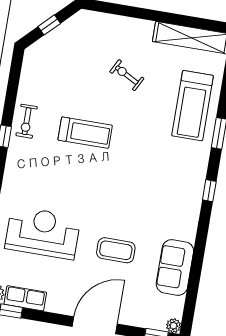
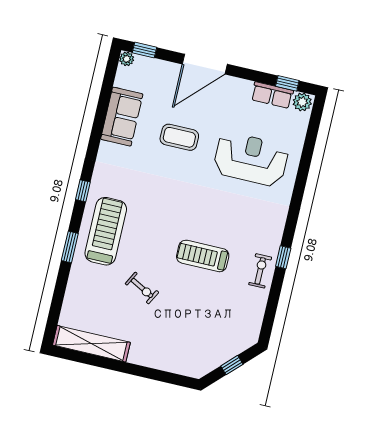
exercise bike: (127, 75) -> (142, 288), moved
treadmill: (193, 106) -> (106, 231), moved
reception desk: (43, 233) -> (251, 159), turned 180

